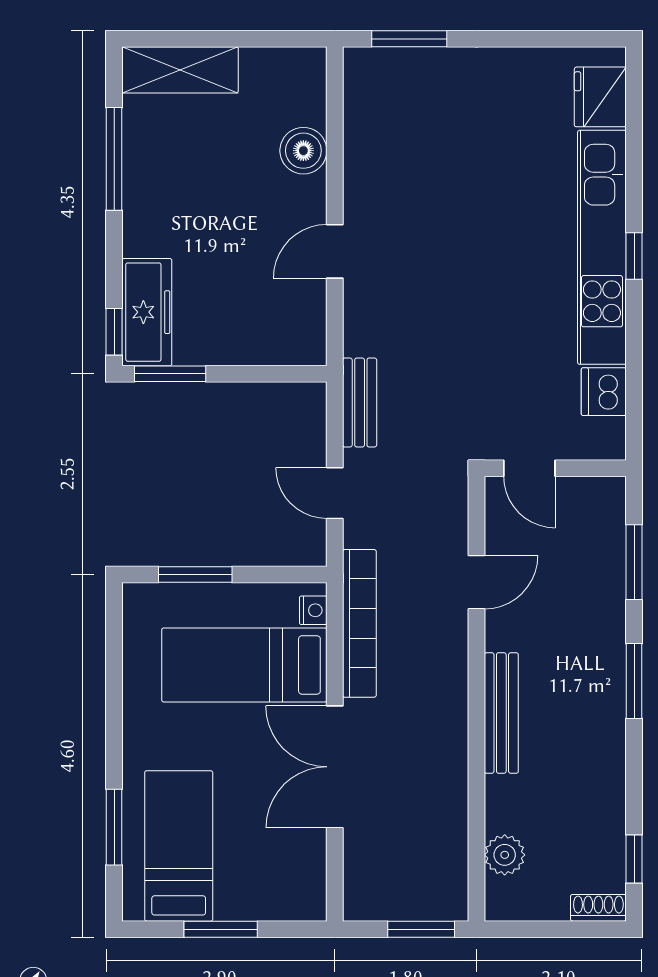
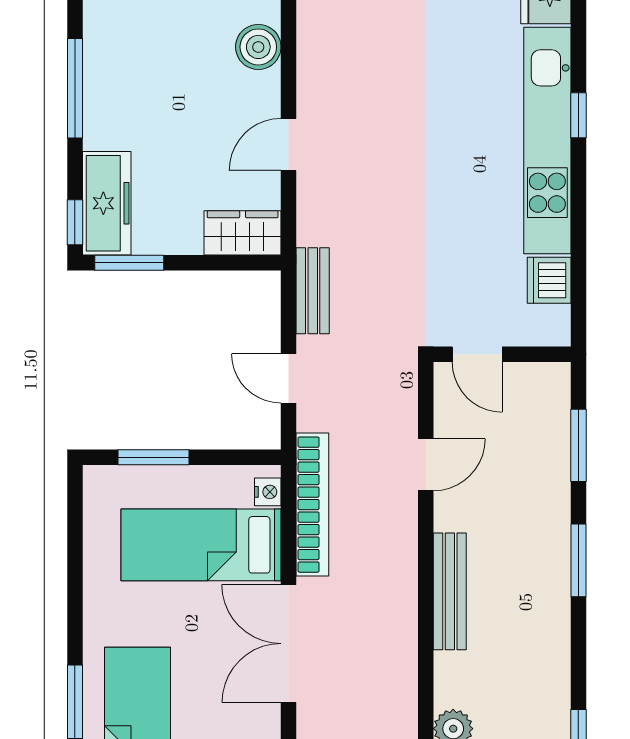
window: (114, 159) -> (75, 88), moved
window: (634, 256) -> (578, 115), moved
wardrobe: (287, 343) -> (243, 233), added

